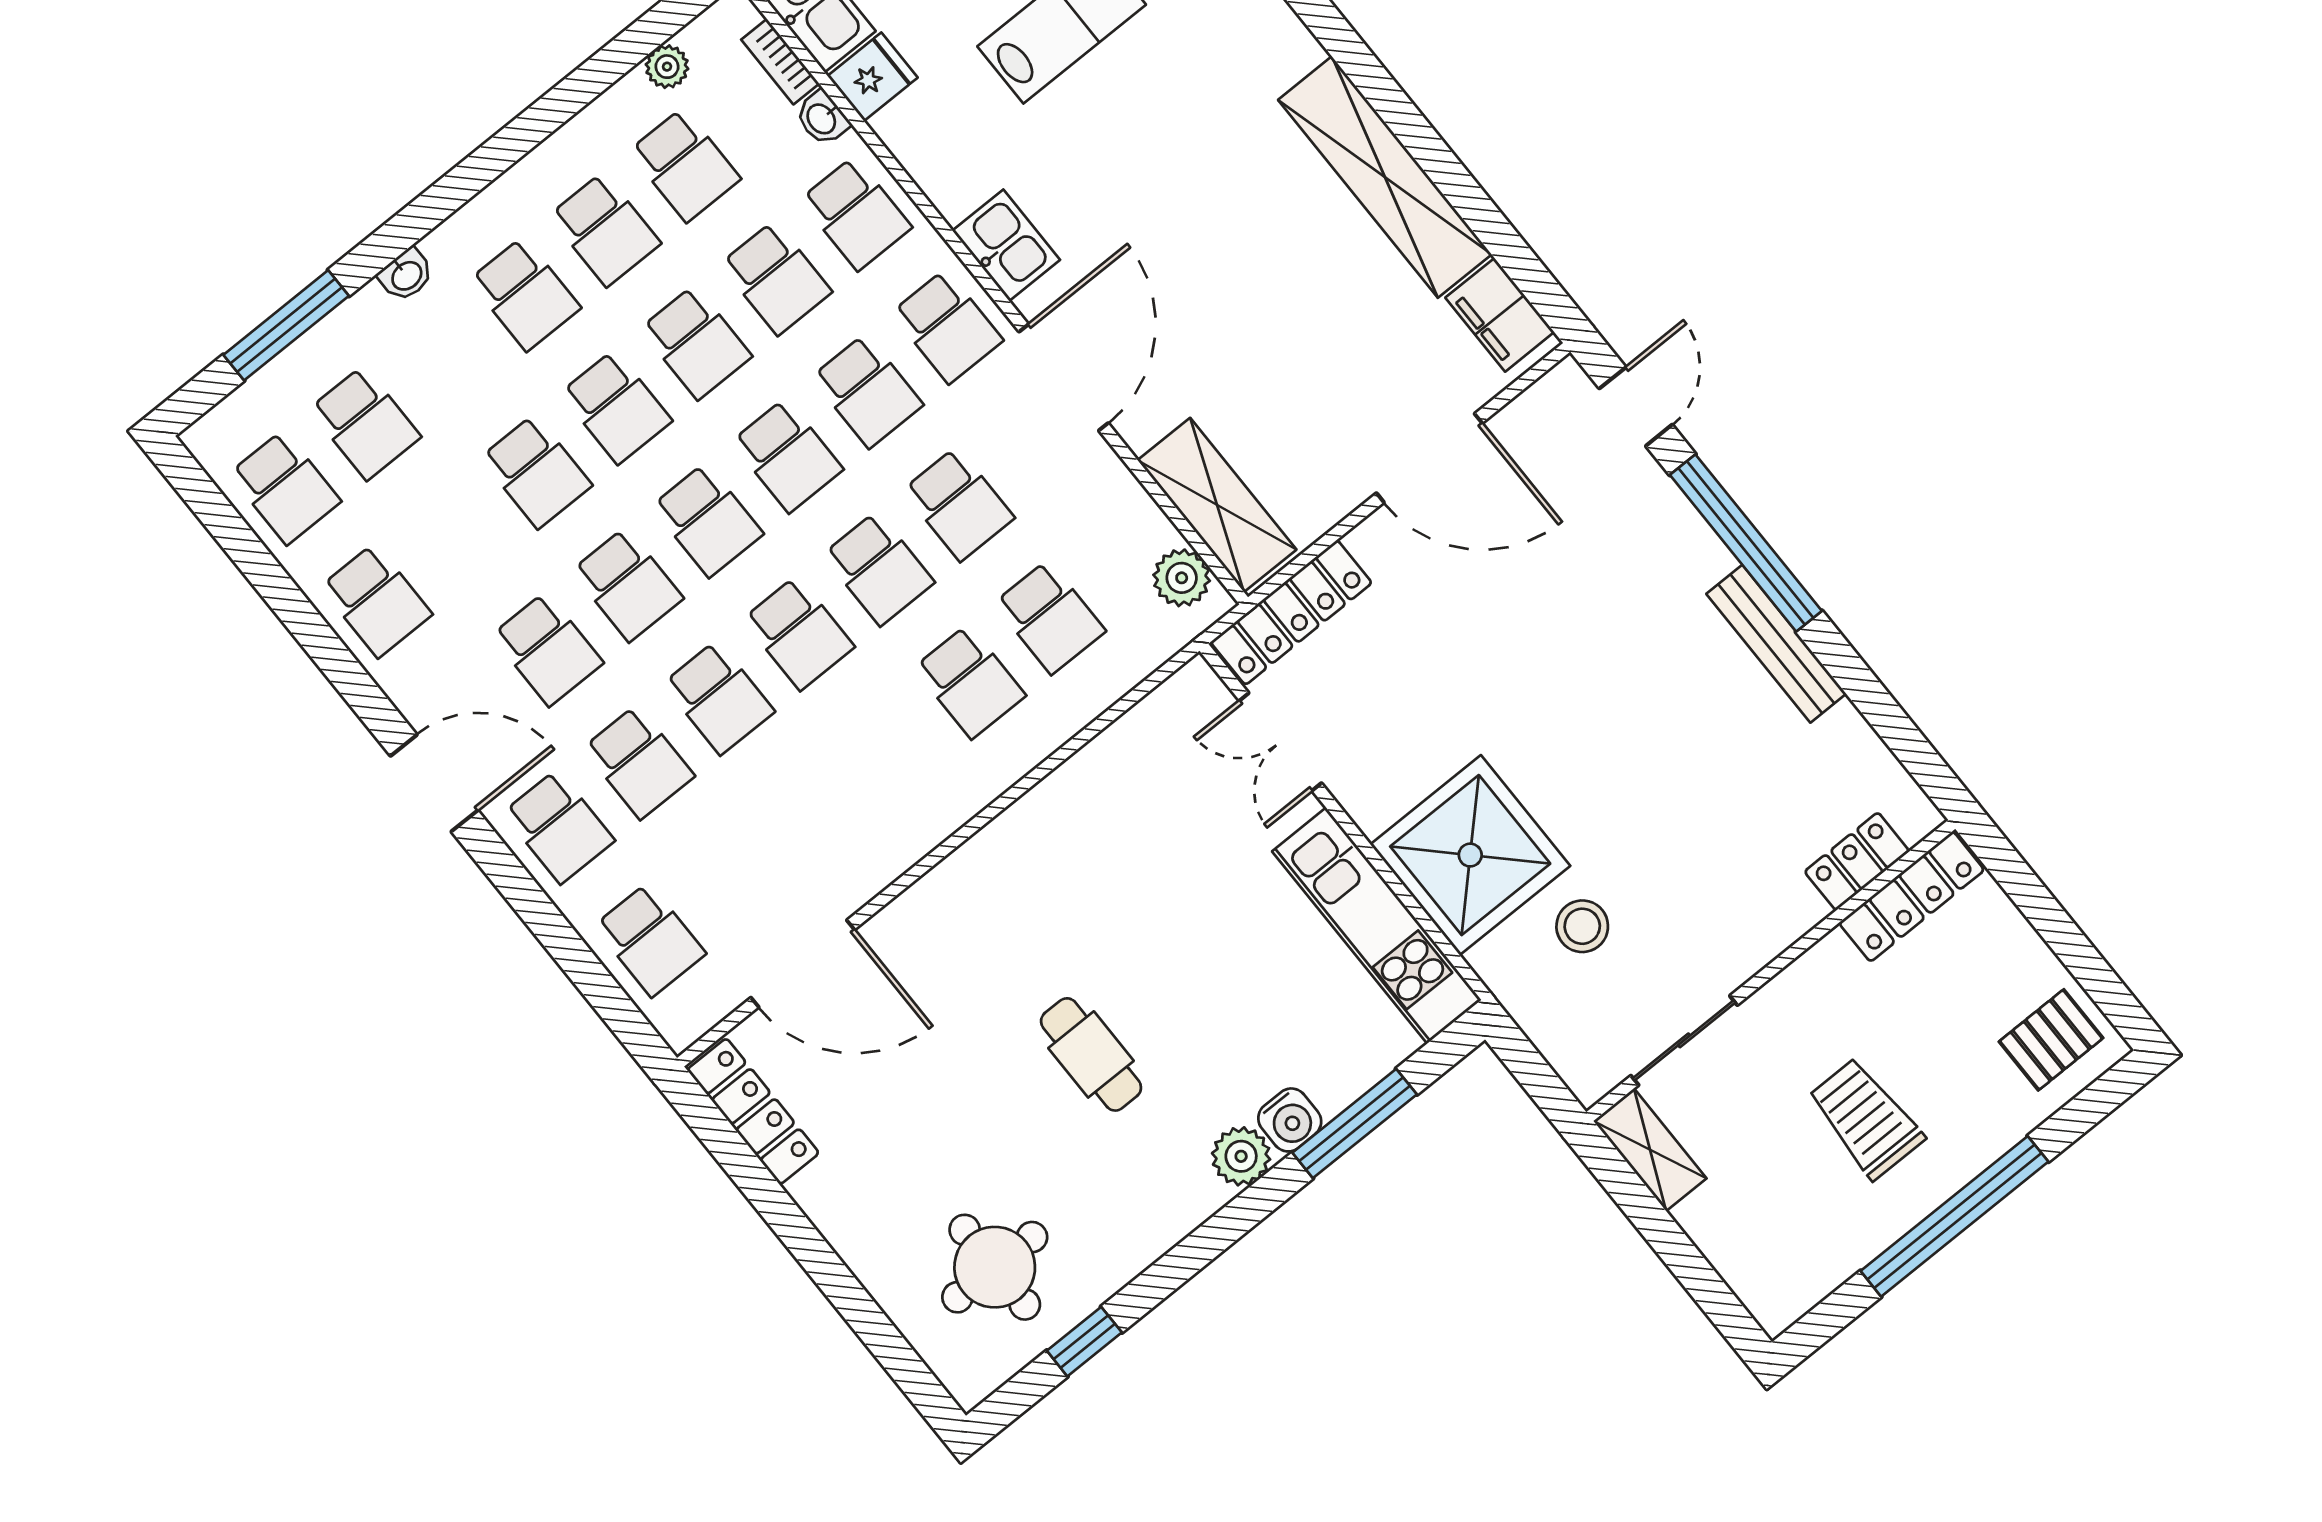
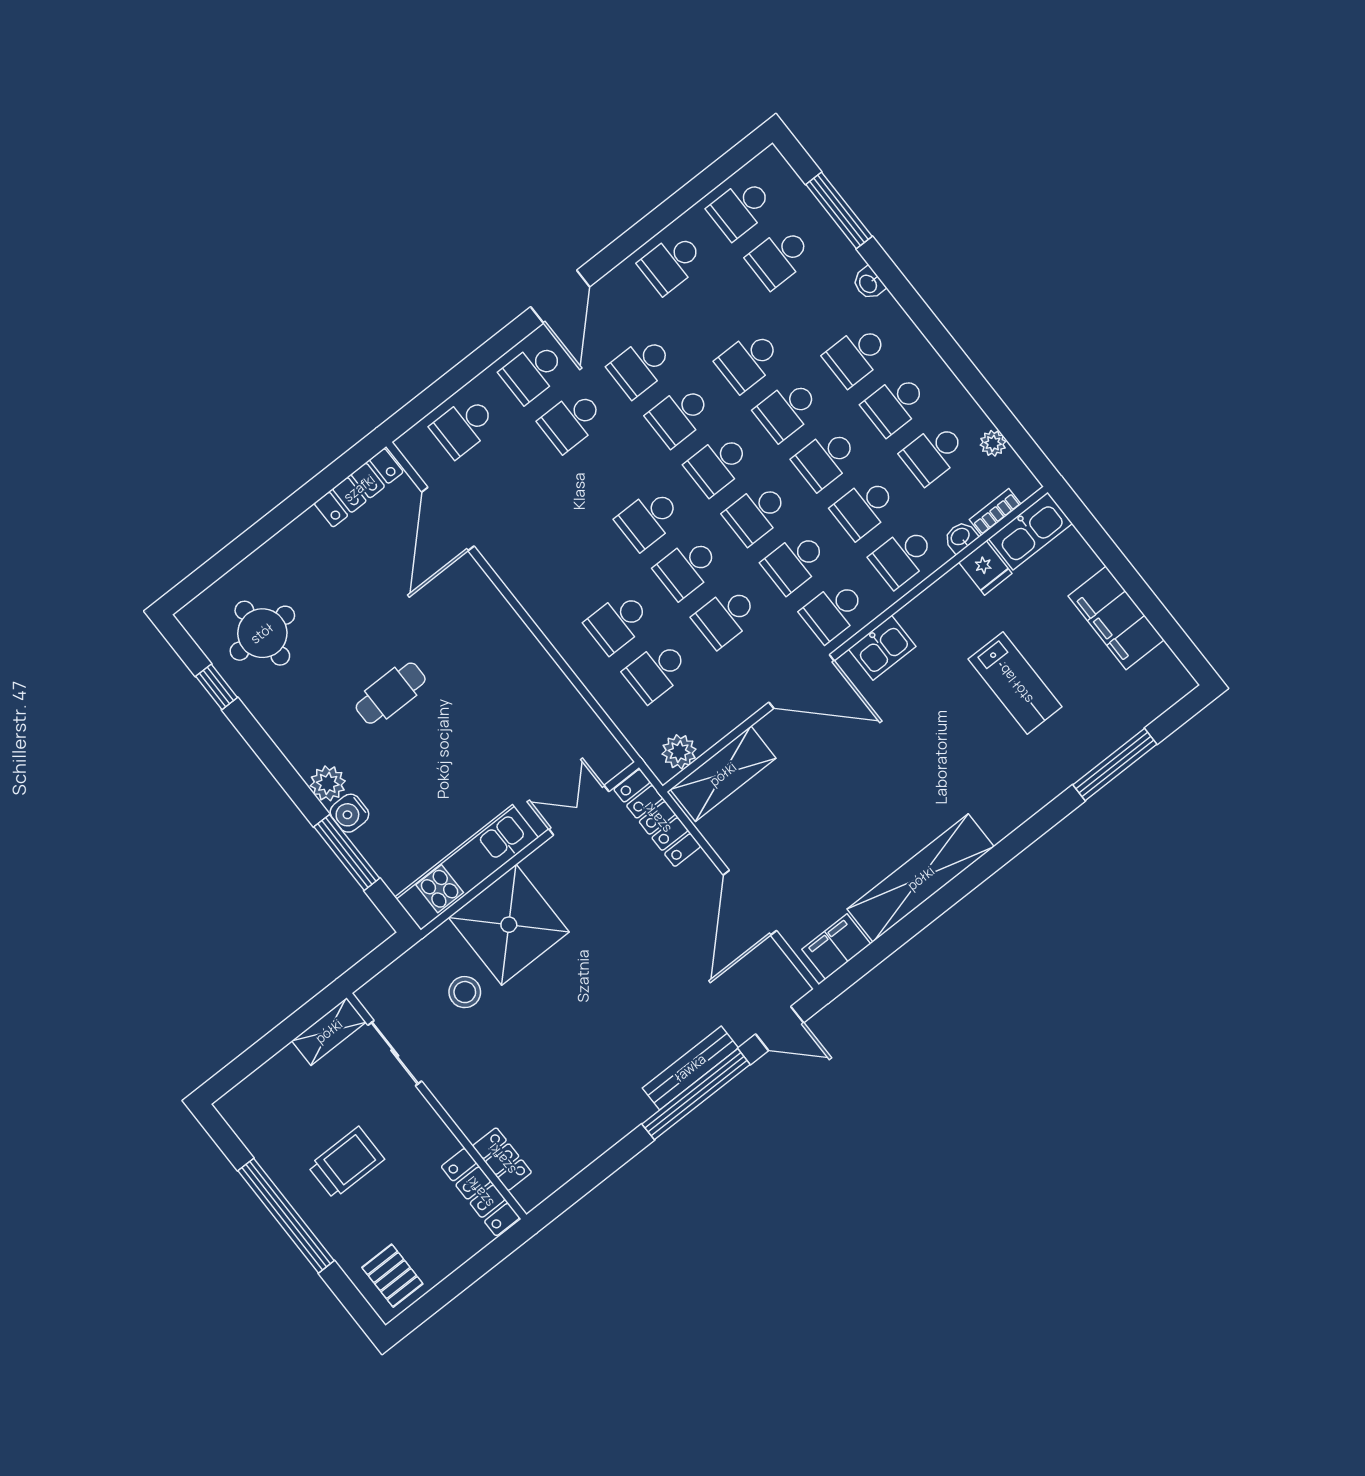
bench: (1776, 644) -> (690, 1068), moved
school desk: (719, 698) -> (610, 470), removed

